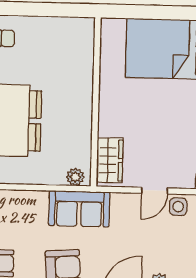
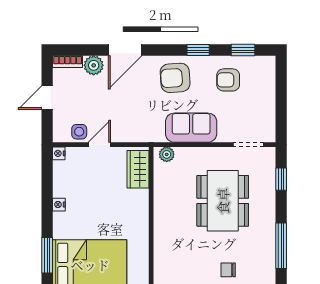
sofa: (79, 209) -> (191, 128), moved

